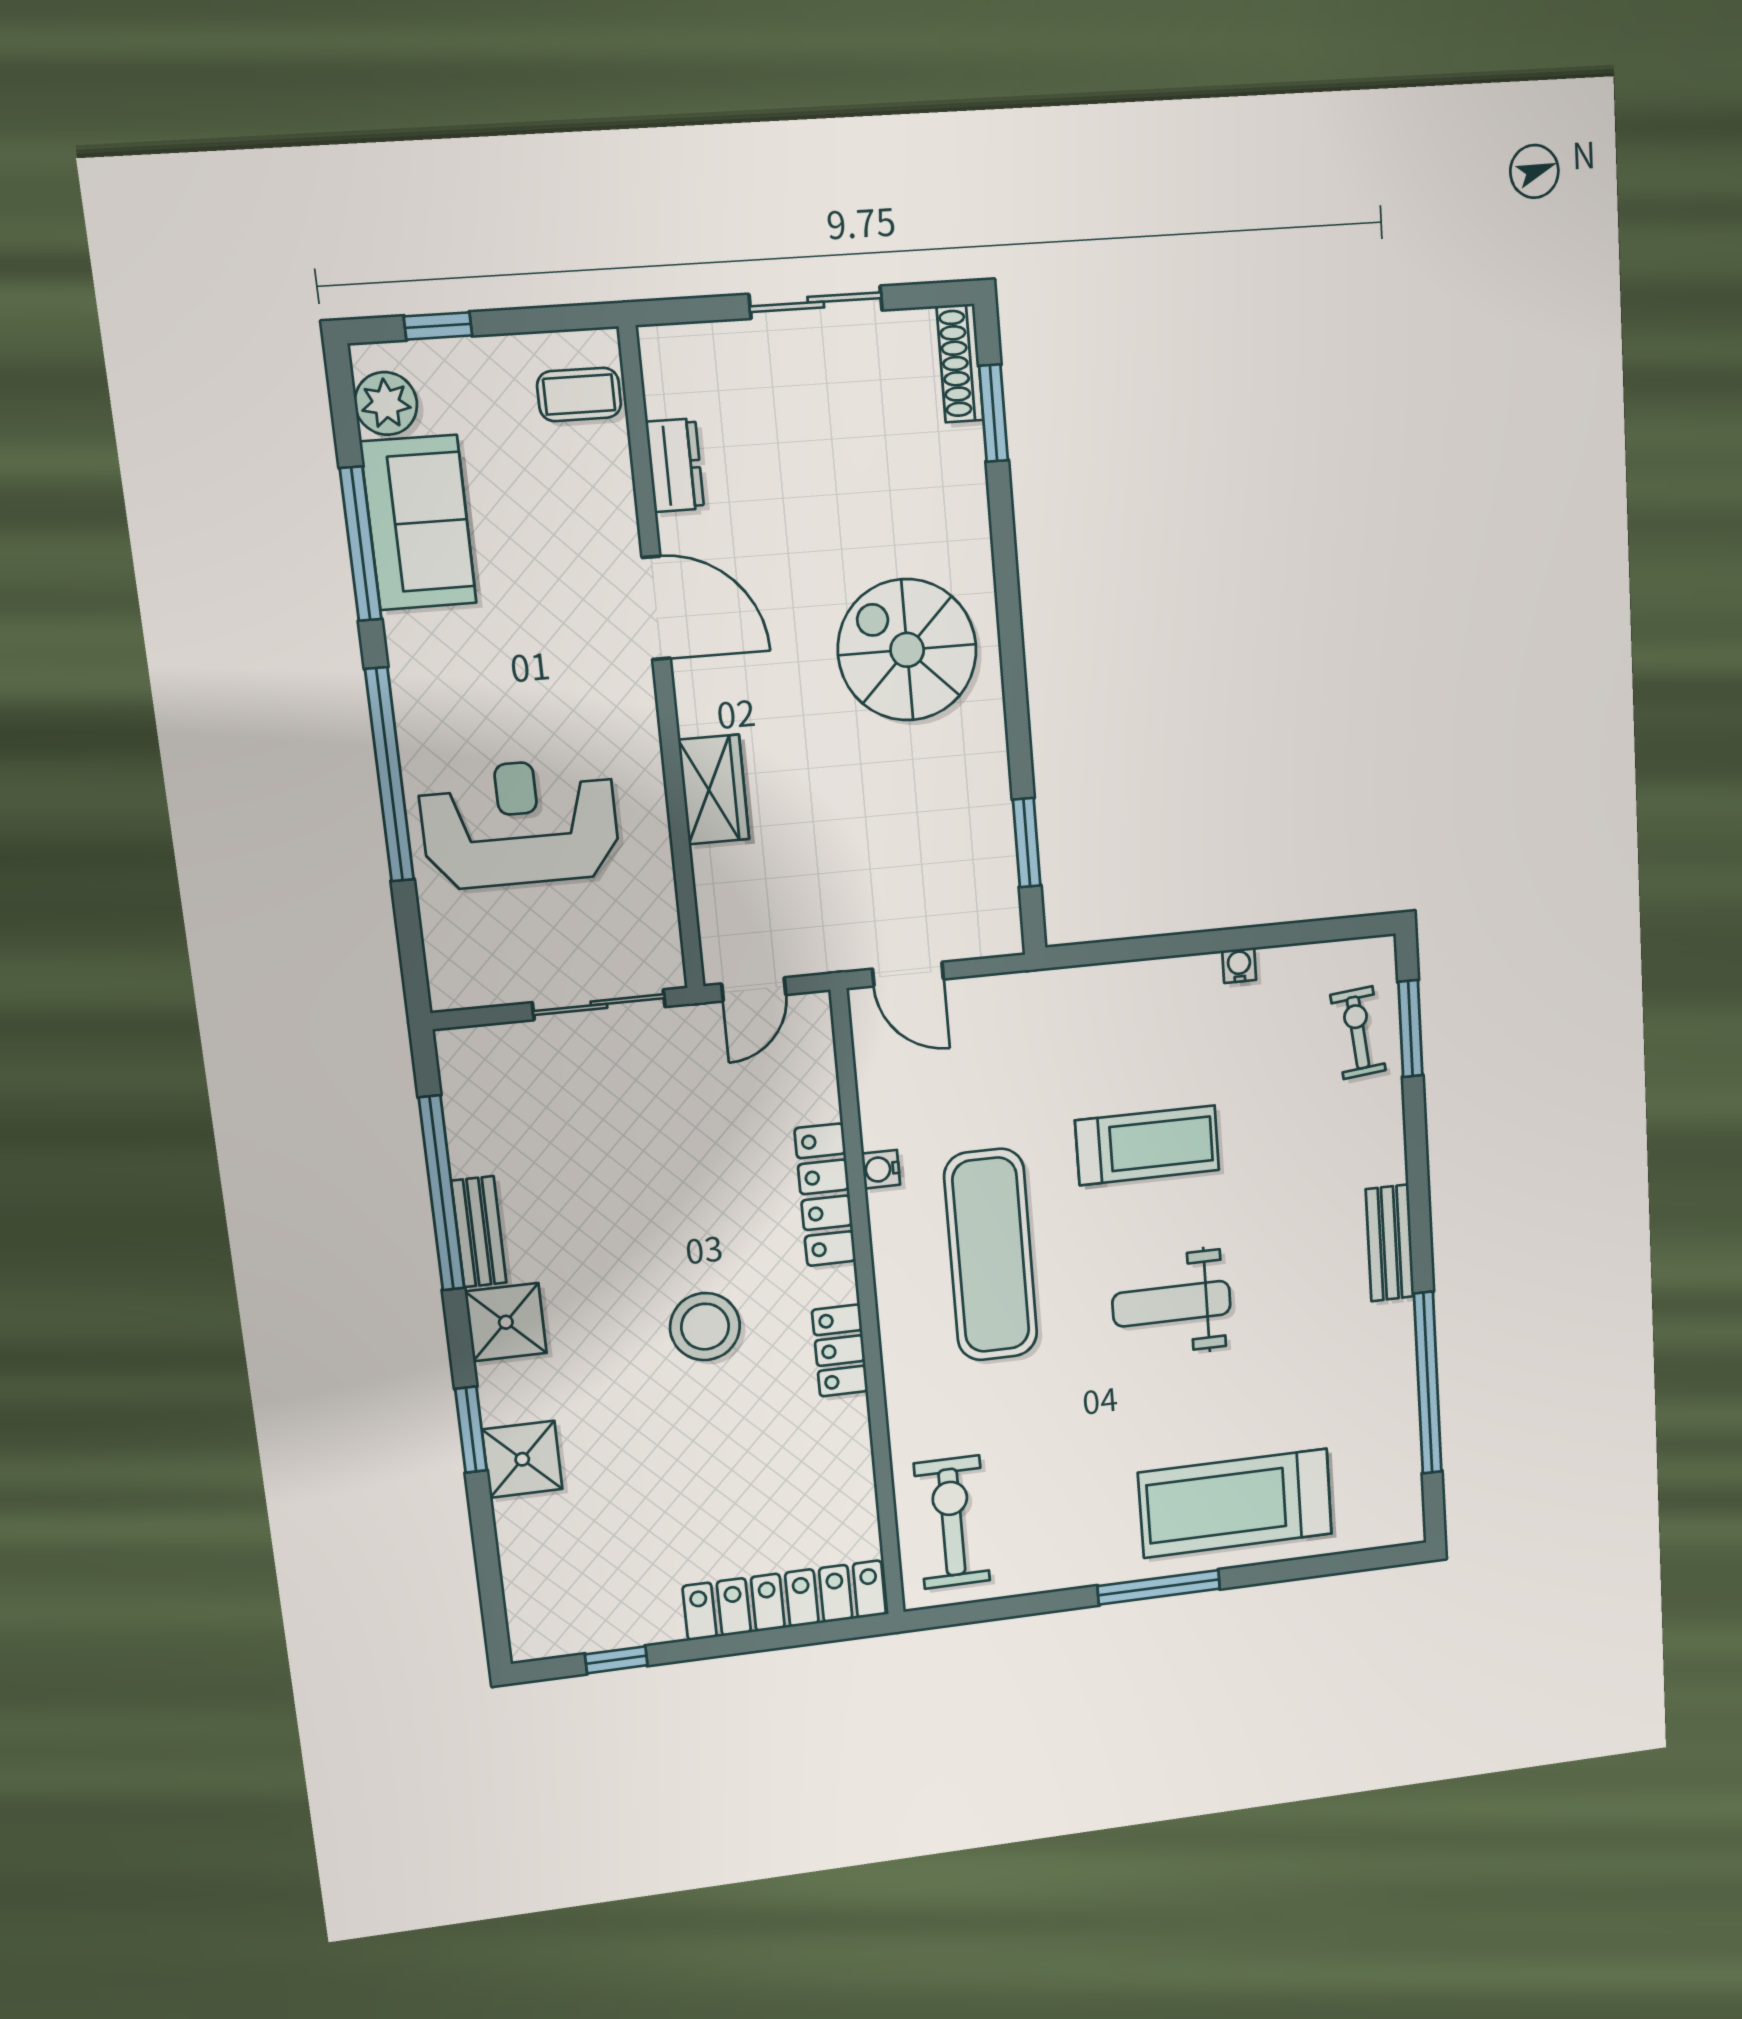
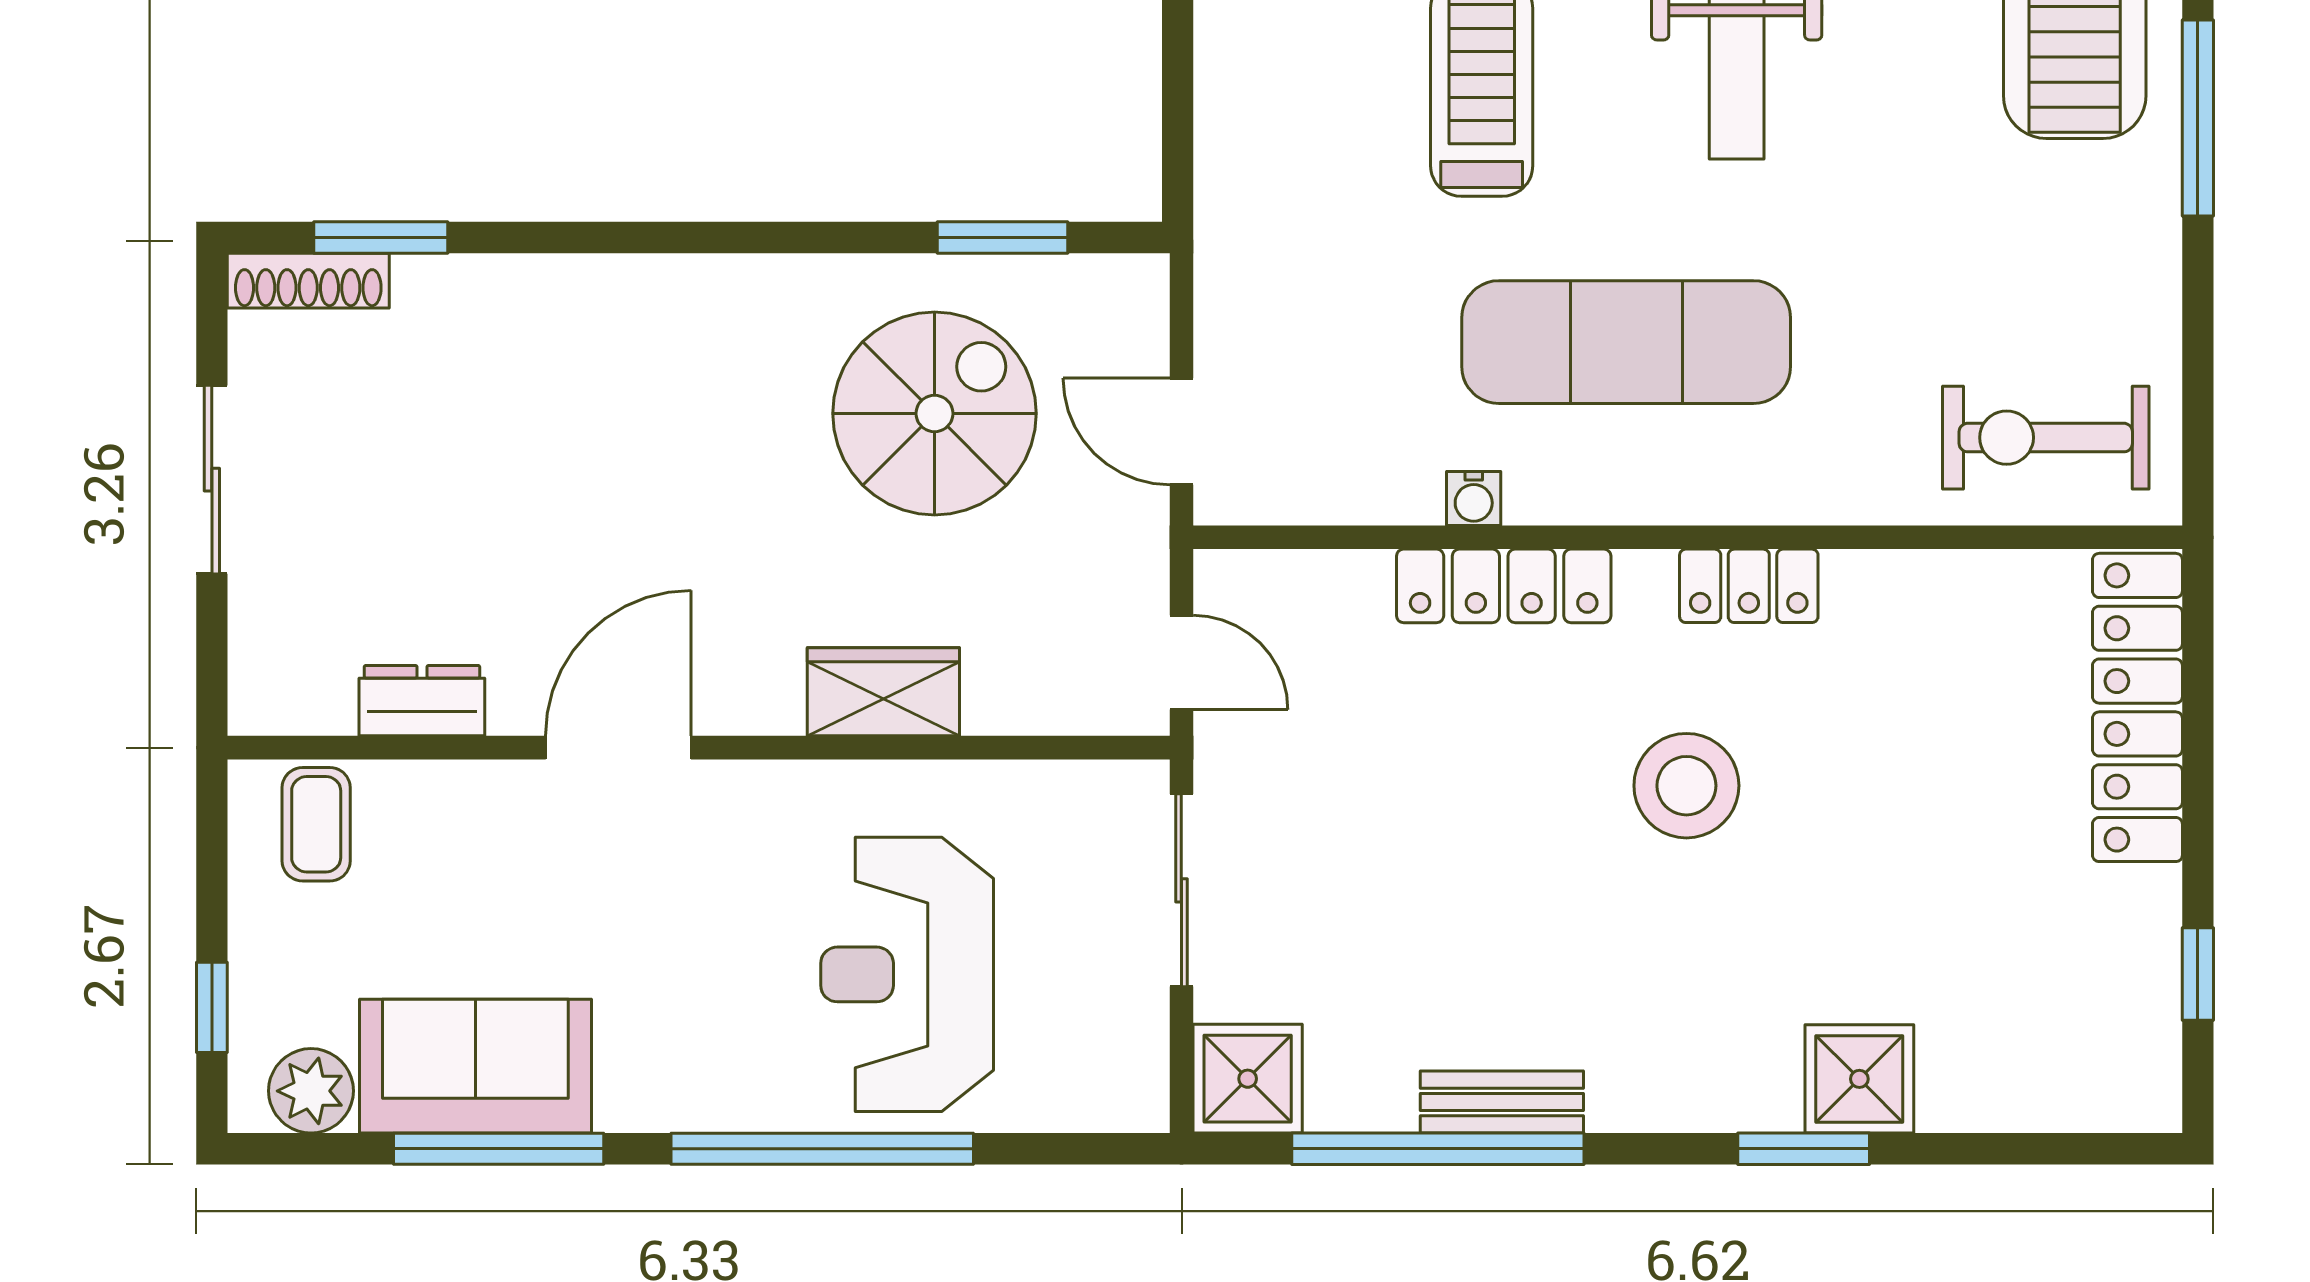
spiral stairs: (907, 650) -> (935, 413), moved, turned 180
door: (908, 974) -> (1181, 432), swing flipped
shower: (506, 1322) -> (1248, 1079), moved

